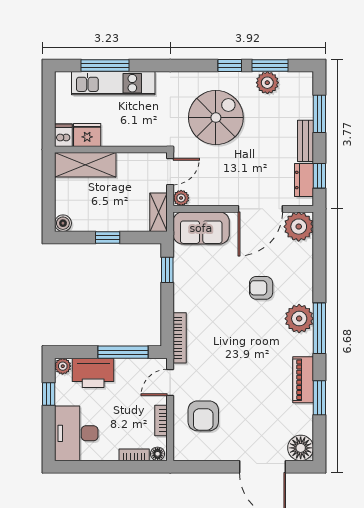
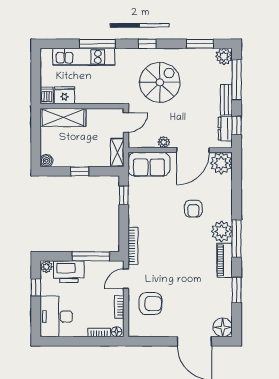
window: (105, 66) -> (97, 44), moved
window: (230, 66) -> (147, 44), moved
plant: (267, 83) -> (224, 56), moved
window: (319, 114) -> (237, 80), width x1.44
plant: (181, 198) -> (164, 142), moved
armchair: (261, 288) -> (193, 209), turned -90
piano: (303, 380) -> (225, 260), moved
armchair: (203, 416) -> (150, 304), turned -90

